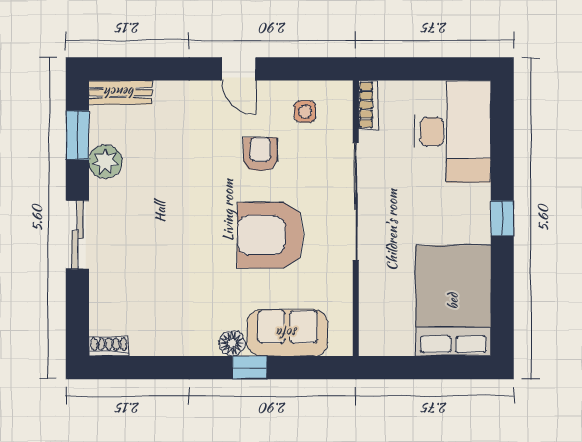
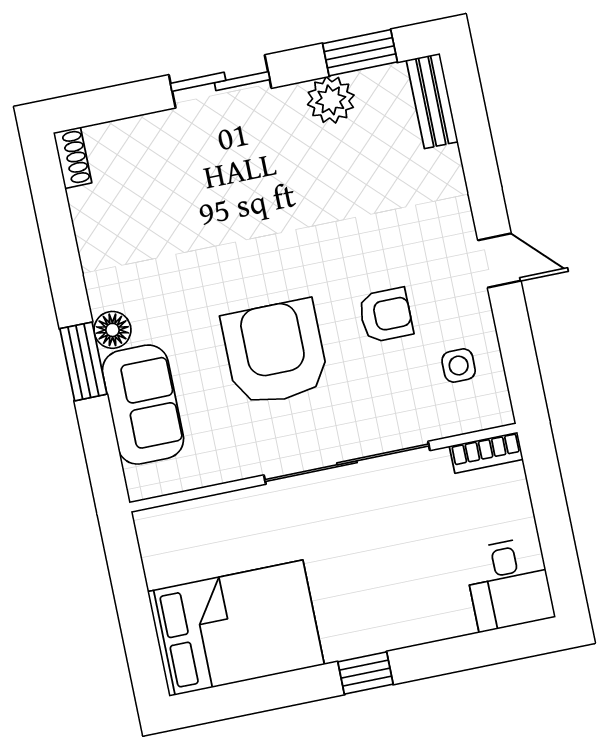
door: (239, 69) -> (499, 260), swing flipped
desk: (453, 131) -> (509, 584), width x0.53, depth x0.77
window: (249, 368) -> (83, 361), width x1.50

